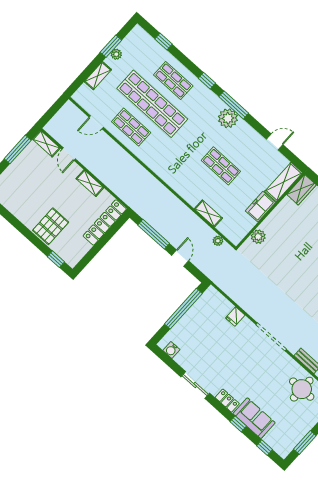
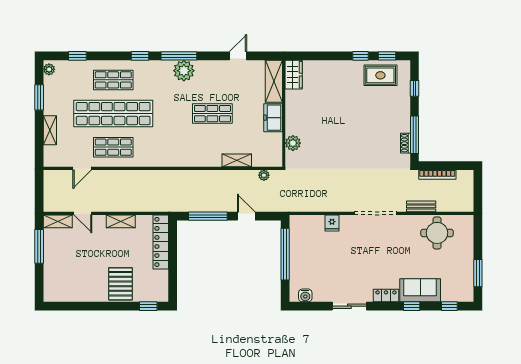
plant: (116, 54) -> (49, 69), moved

